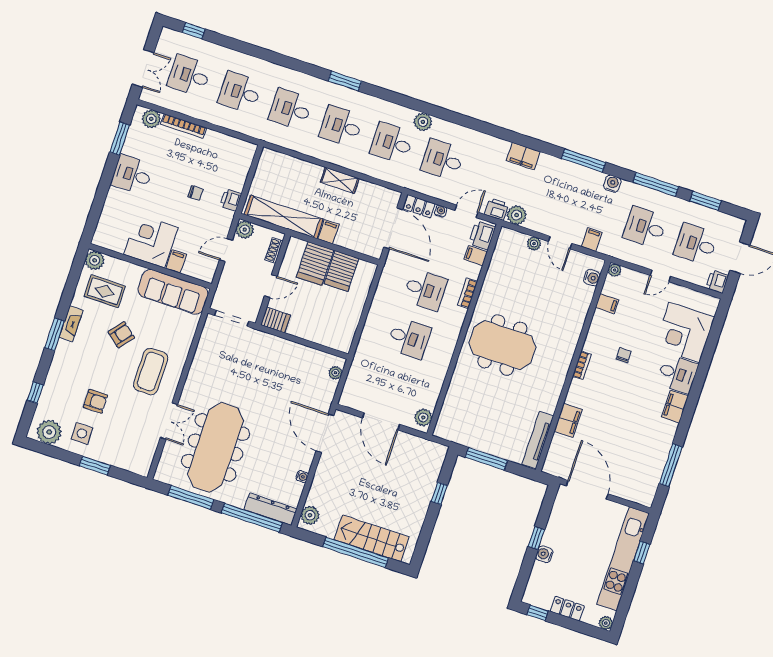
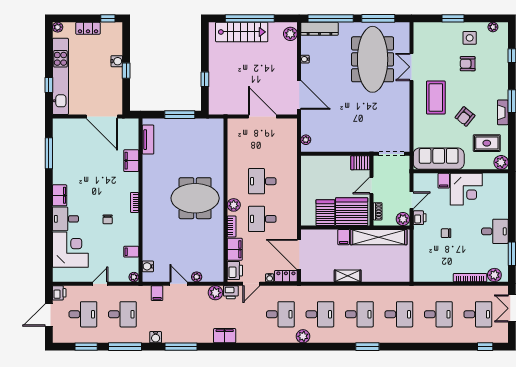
printer: (231, 200) -> (420, 218), moved
filing cabinet: (476, 256) -> (235, 249), width x2.00
server rack: (315, 264) -> (352, 212), width x1.60
plant: (423, 417) -> (234, 205), moved
plant: (49, 432) -> (493, 27), width x0.53, depth x0.53
tv unit: (538, 440) -> (148, 140), width x0.71

